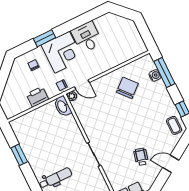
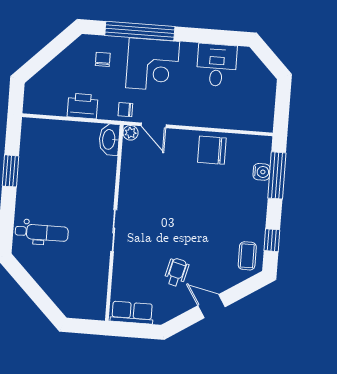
desk: (87, 37) -> (217, 65), moved
window: (44, 38) -> (140, 31), width x2.11
chair: (127, 88) -> (212, 150), moved, turned -139

